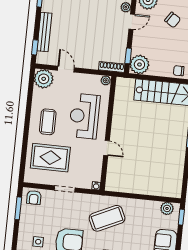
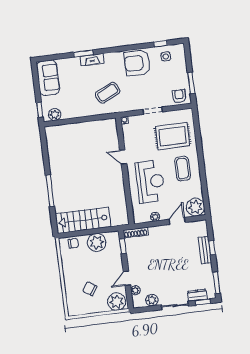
bench: (44, 32) -> (205, 250), width x0.73
window: (35, 47) -> (212, 248), moved
plant: (139, 65) -> (97, 242), moved
door: (66, 69) -> (177, 221), swing flipped
plant: (106, 80) -> (155, 217), moved
coffee table: (107, 218) -> (108, 93), width x0.73, depth x0.76

